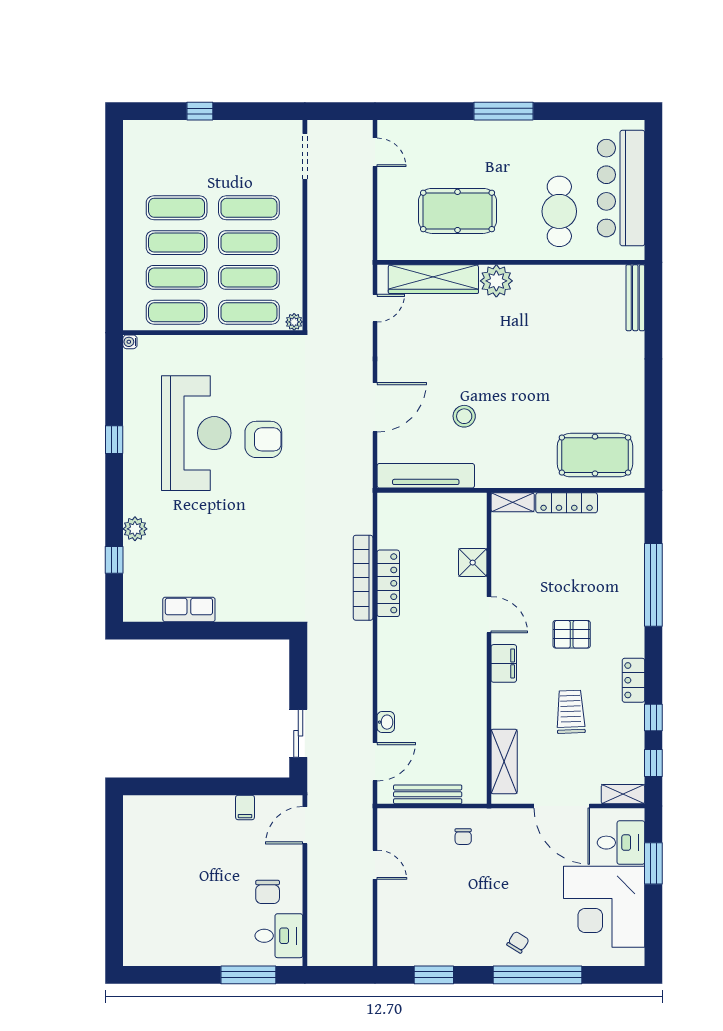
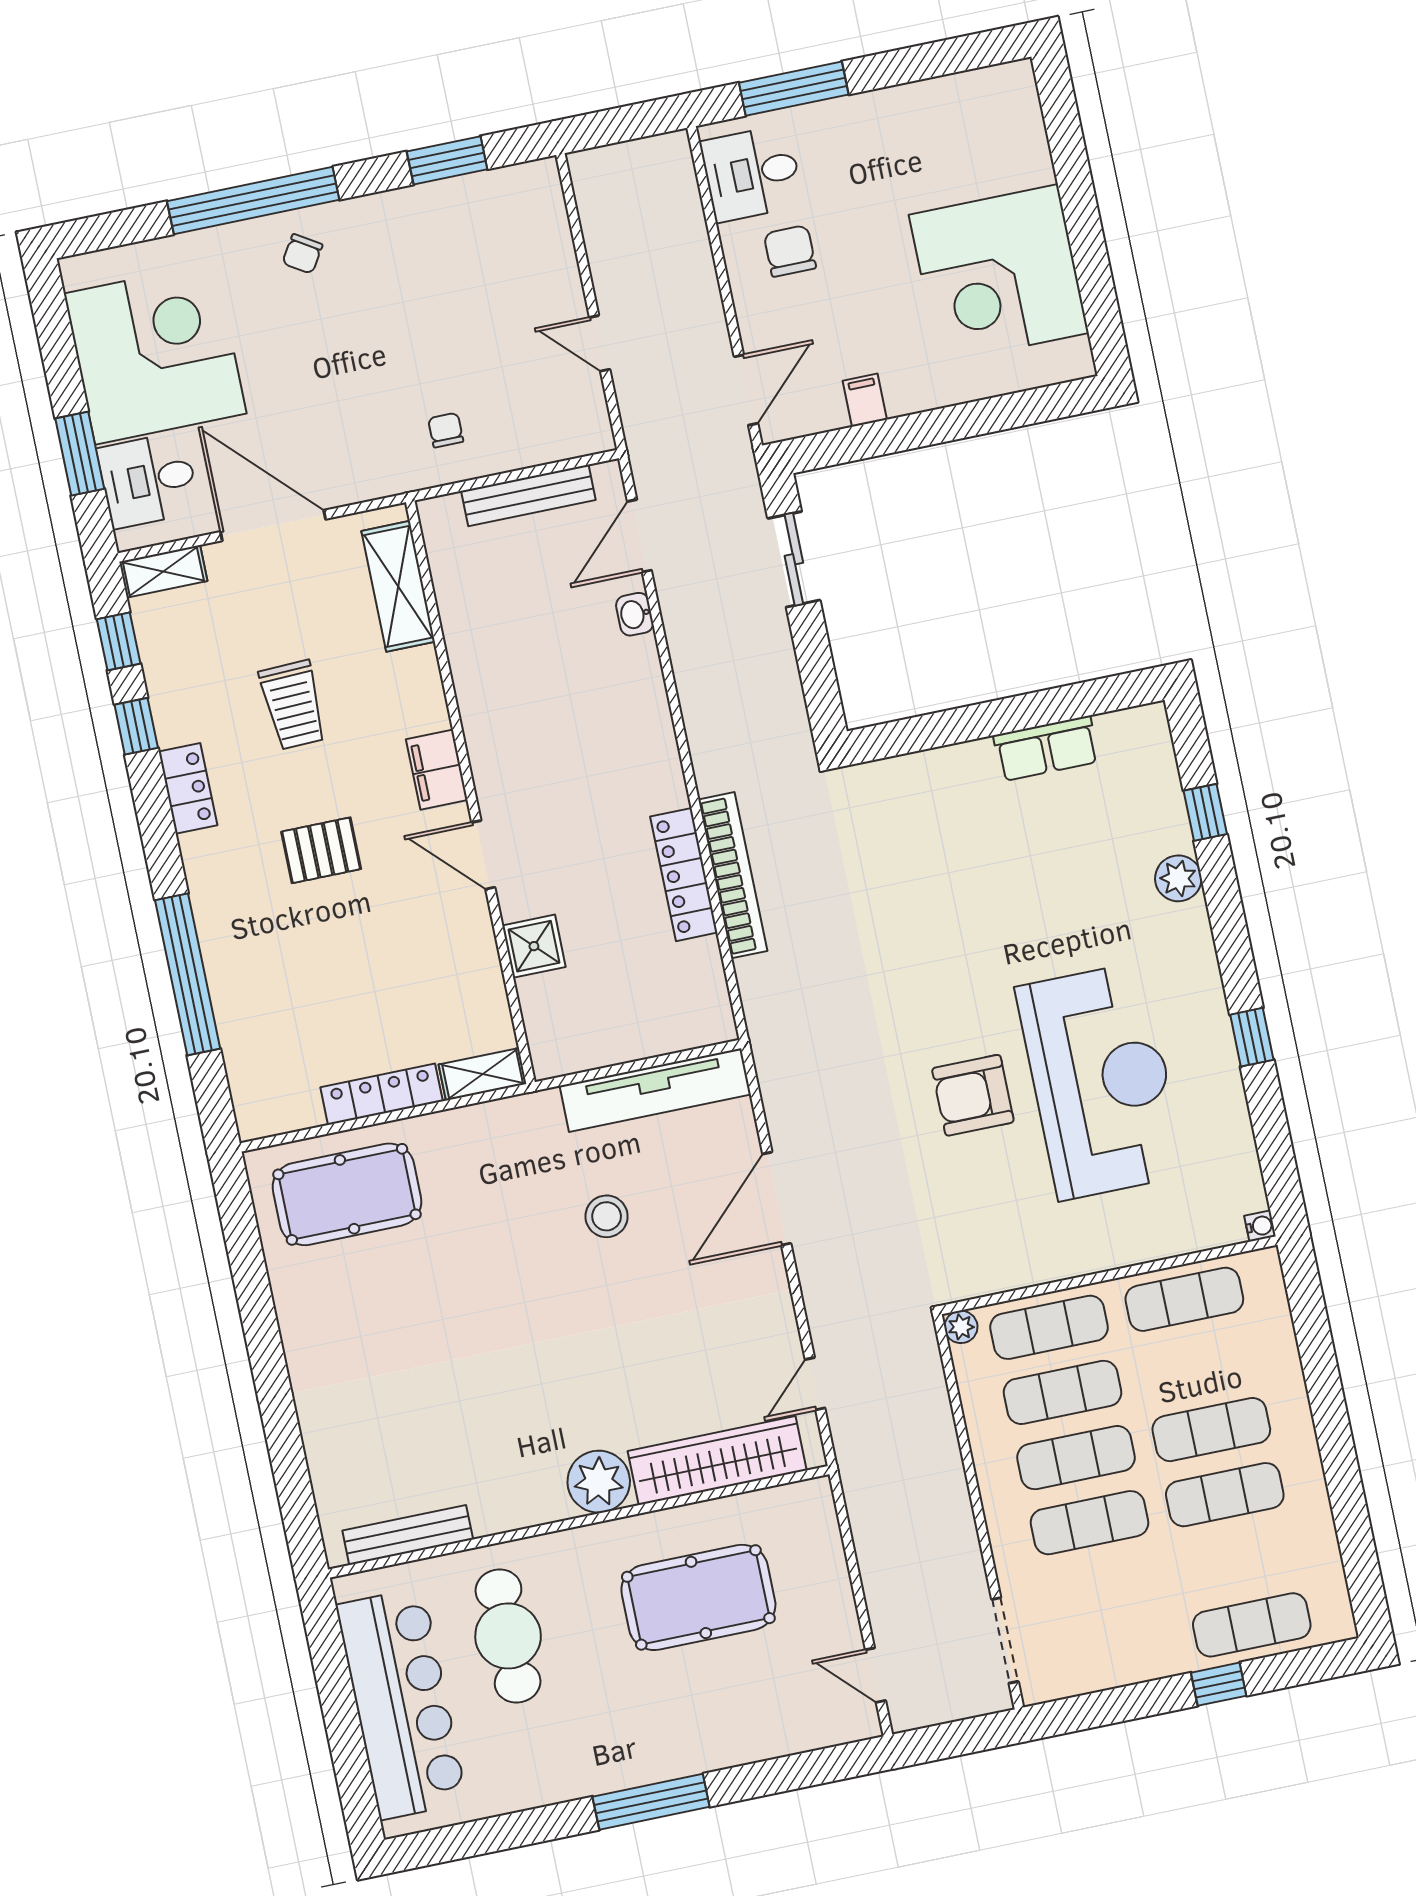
exercise mat: (177, 277) -> (1252, 1625), moved
bench: (635, 298) -> (408, 1535), moved, turned 90
reception desk: (196, 433) -> (1101, 1081), turned 180
corner desk: (163, 858) -> (999, 274), added

